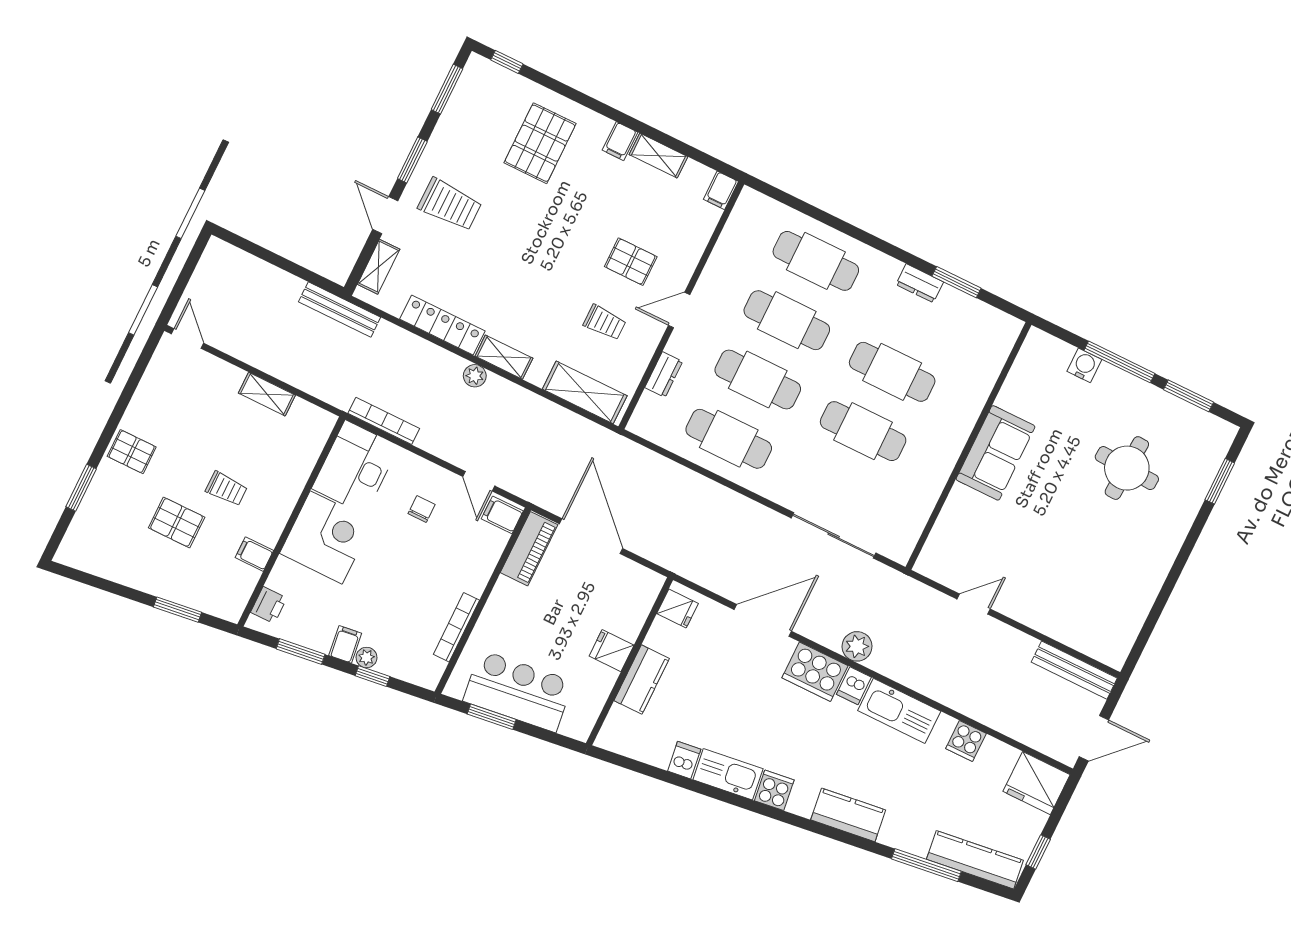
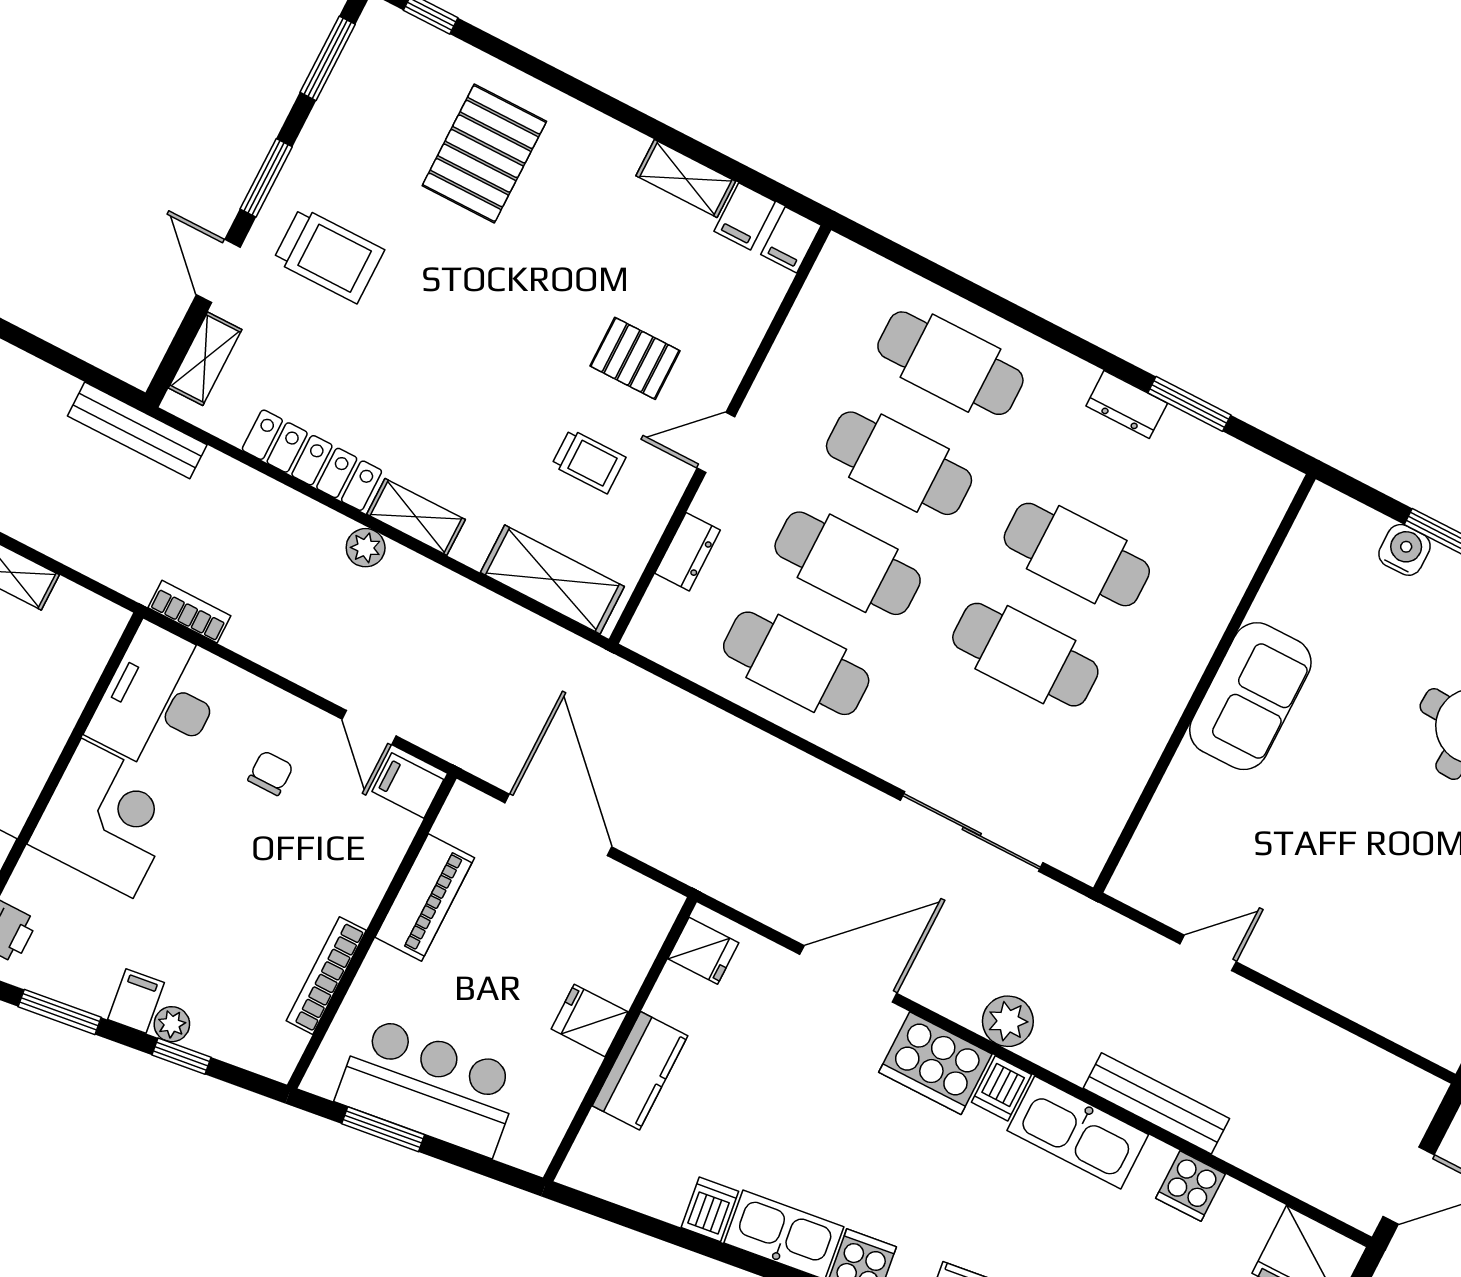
filing cabinet: (620, 141) -> (745, 216), moved
bookcase: (384, 421) -> (189, 612), width x0.64
piano: (529, 549) -> (425, 897), moved
bench: (1074, 670) -> (1156, 1103), moved

